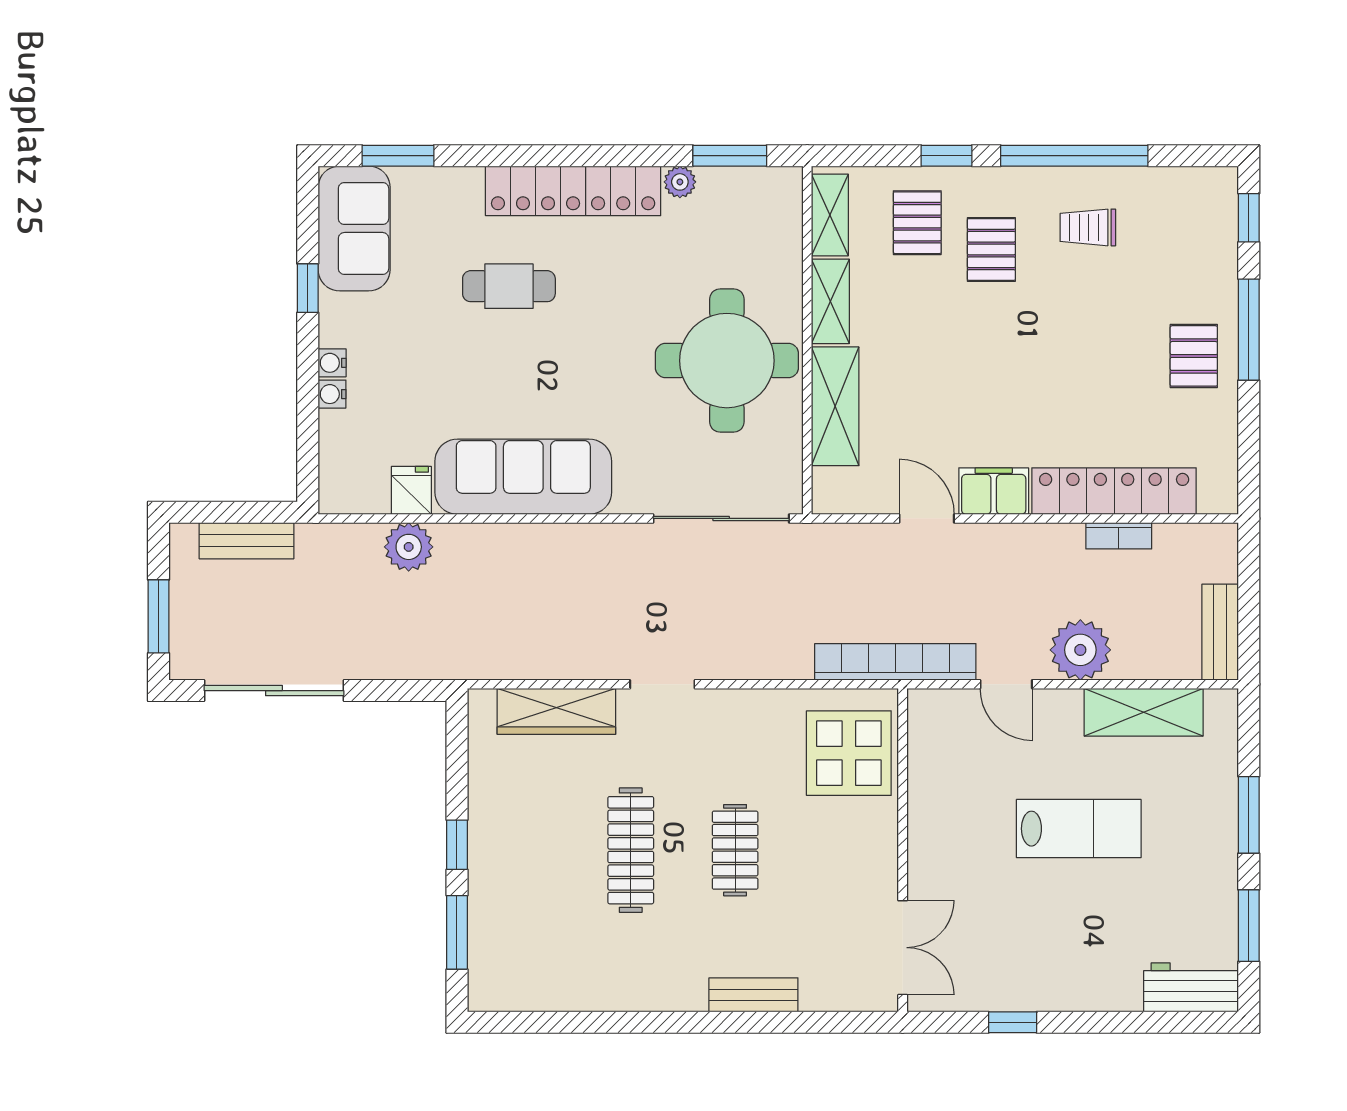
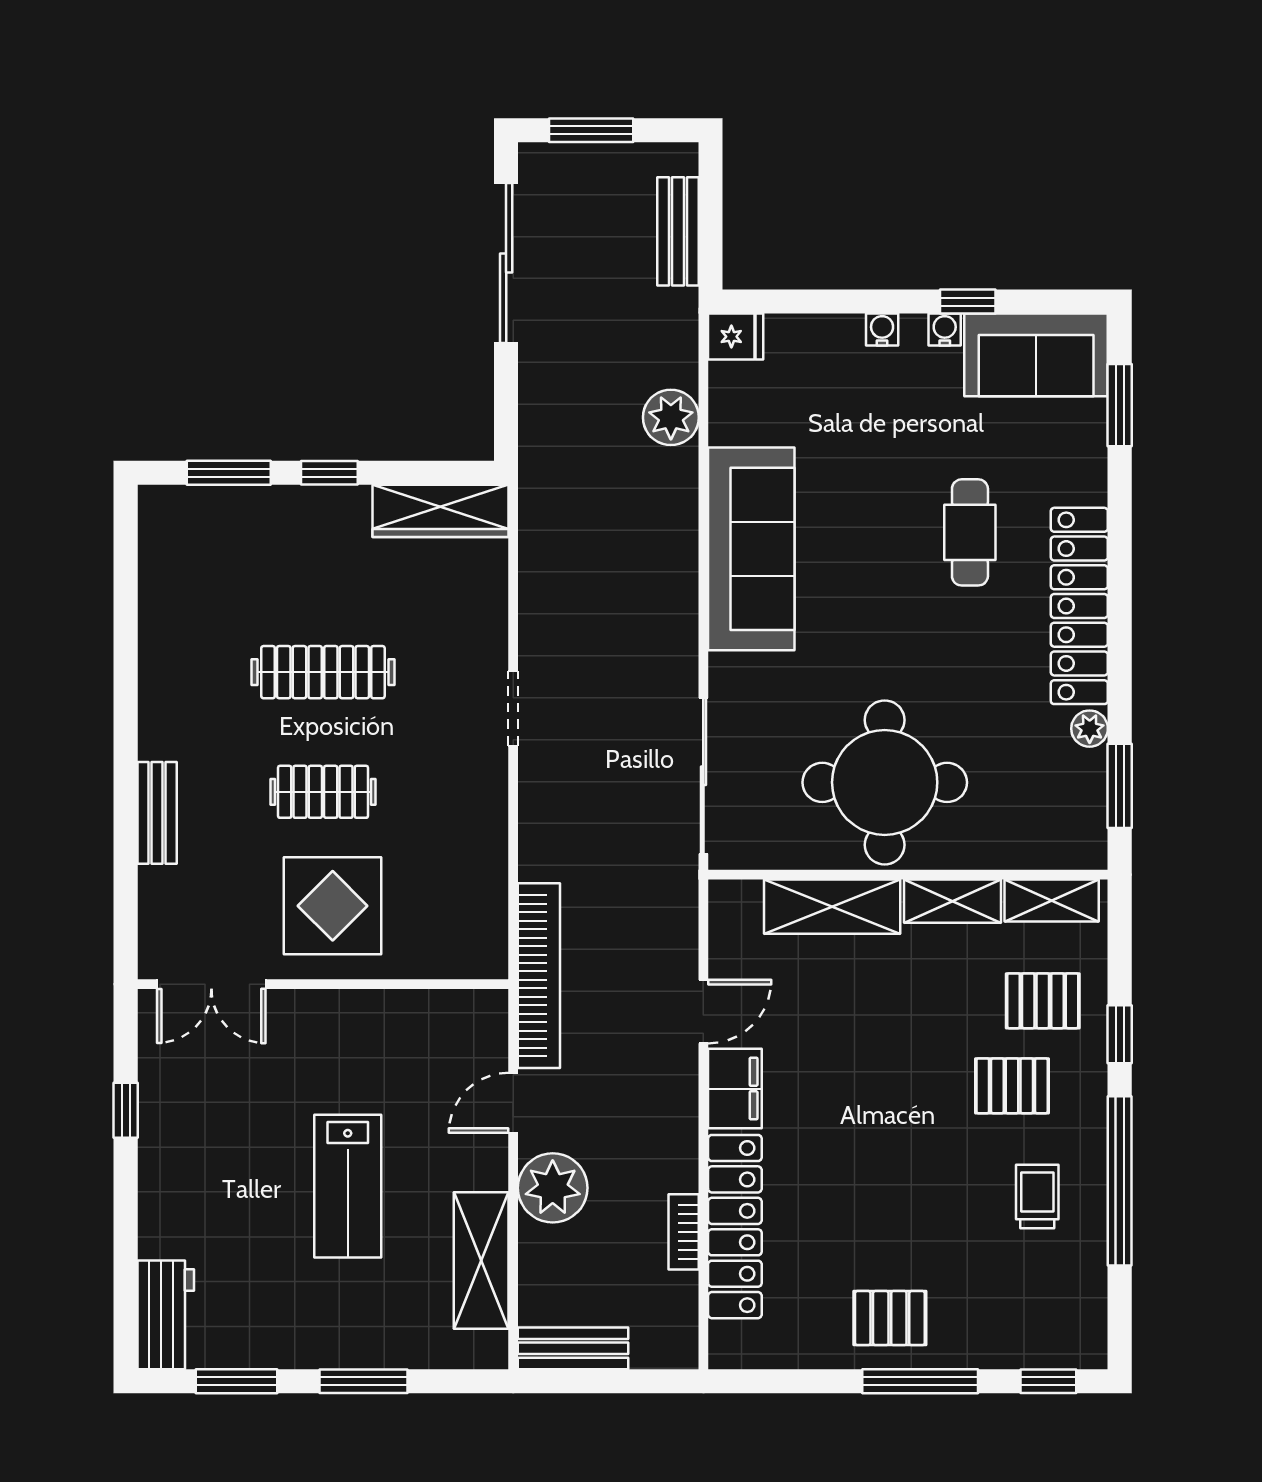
water cooler: (332, 394) -> (945, 329), moved
fridge: (411, 490) -> (736, 337), moved
wardrobe: (556, 711) -> (441, 511), moved, turned -90
display table: (849, 753) -> (333, 906), moved

